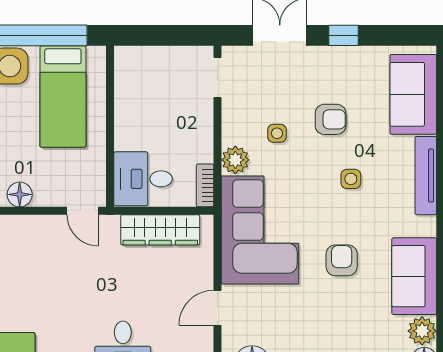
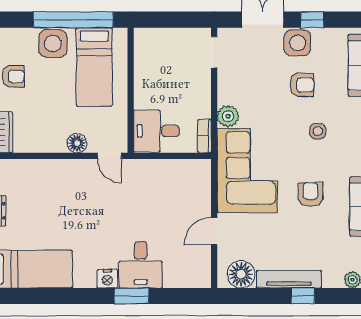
side table: (277, 133) -> (297, 43), moved, width x1.87, depth x1.87
floor lamp: (20, 194) -> (77, 143), moved
wardrobe: (160, 230) -> (170, 171), removed

